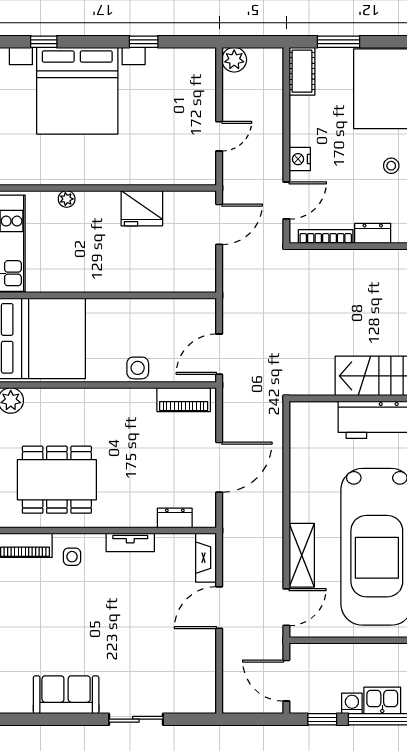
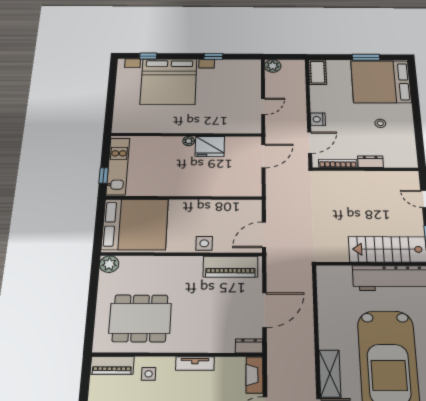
window: (338, 42) -> (366, 57), moved
plant: (67, 199) -> (189, 141), moved
piano: (184, 400) -> (230, 267), width x1.37, depth x1.33
dresser: (175, 518) -> (249, 346), moved

